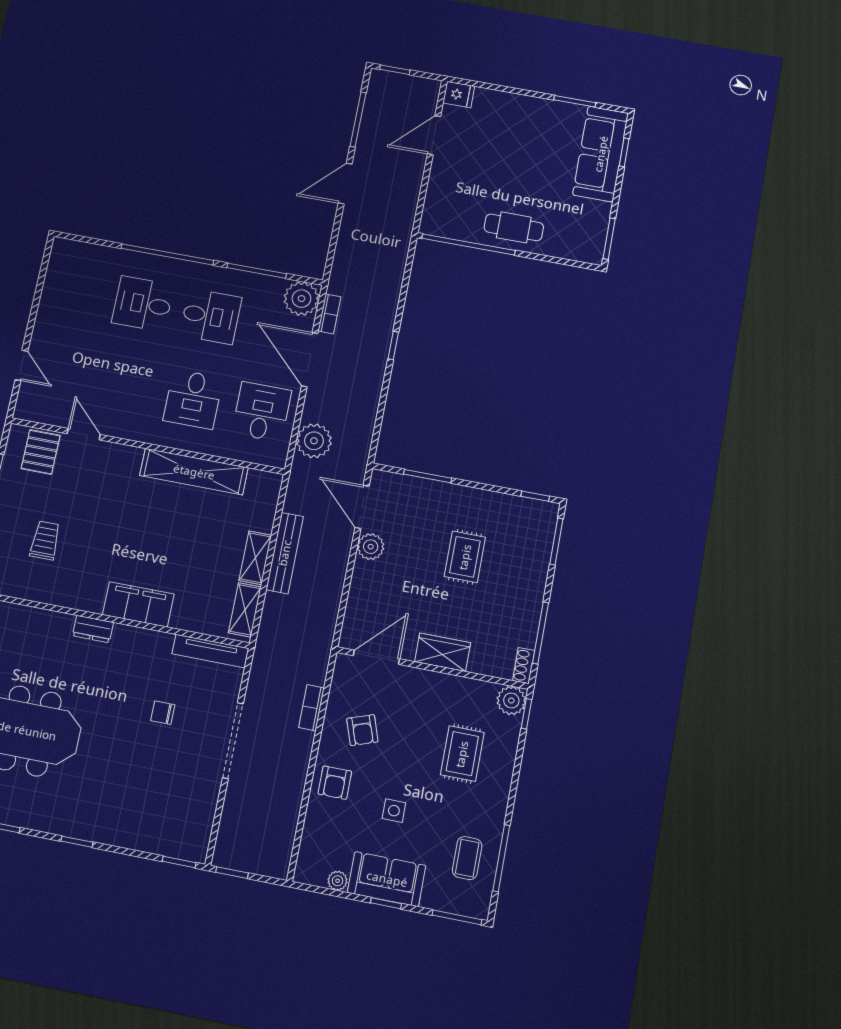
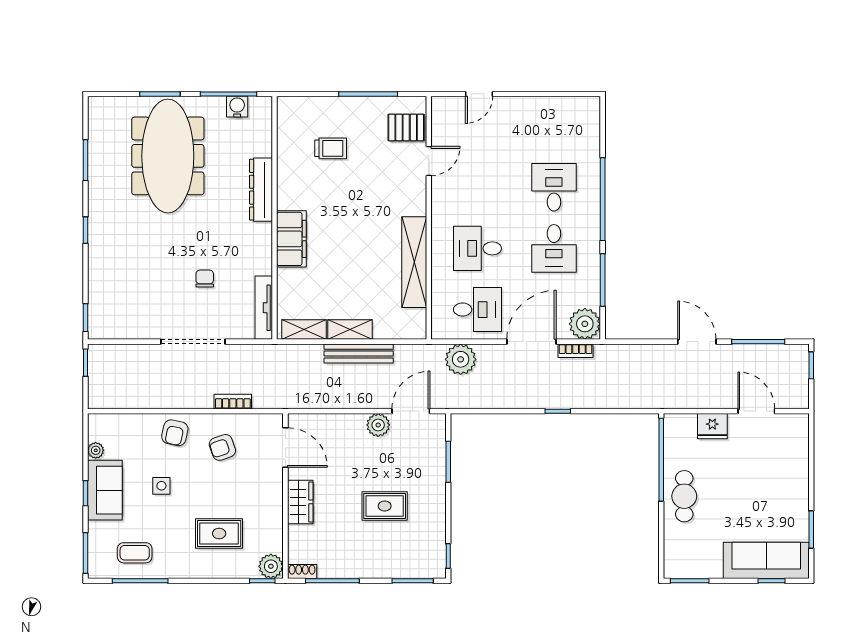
fridge: (459, 95) -> (712, 426), moved, width x1.38
dresser: (93, 629) -> (261, 190), width x1.96, depth x1.24
armchair: (335, 783) -> (175, 433), turned -78

